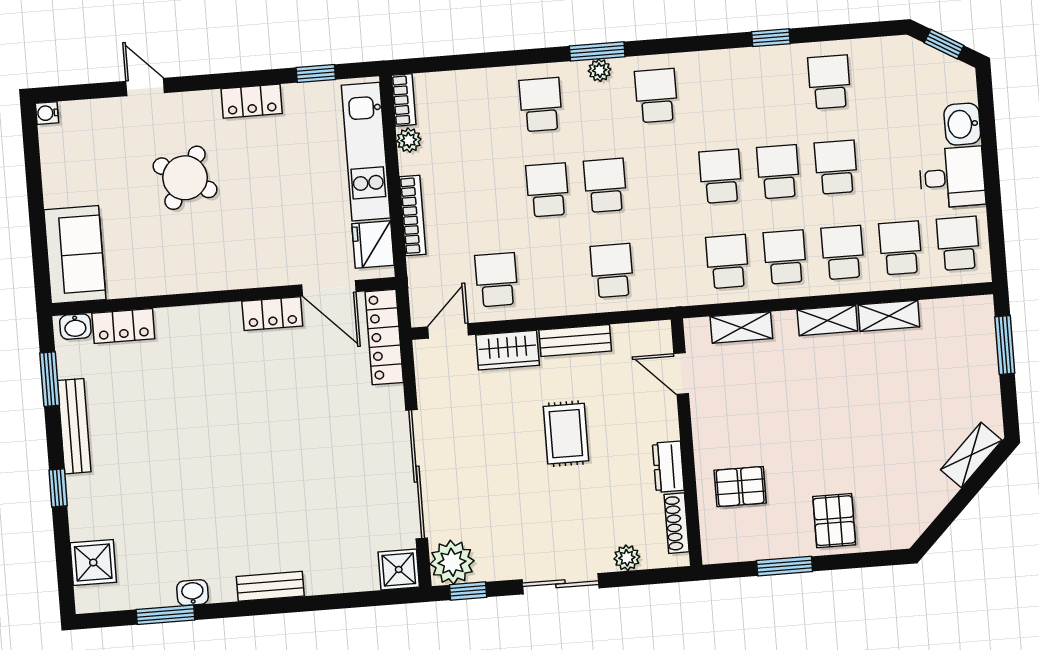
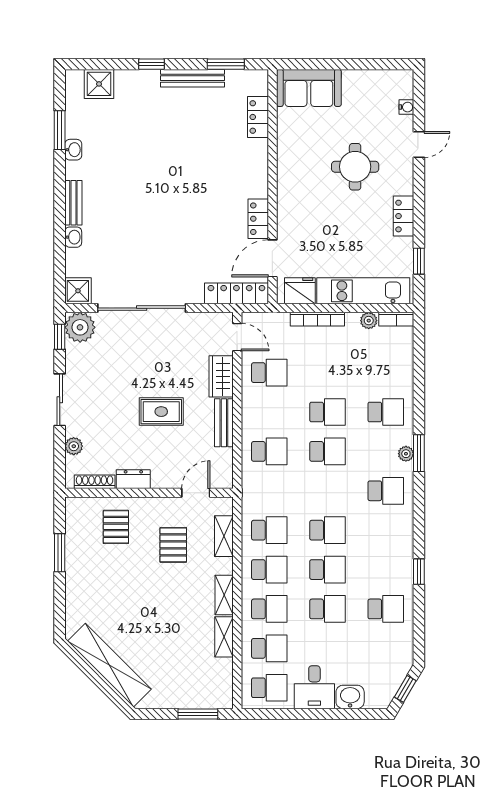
water cooler: (47, 113) -> (406, 107), moved, turned 90
round table: (185, 178) -> (355, 167), turned -31
washbasin: (75, 327) -> (73, 237), moved, turned 180
shelving: (971, 455) -> (109, 665), width x2.20, depth x1.33
pallet: (834, 521) -> (173, 545), moved, turned 90

